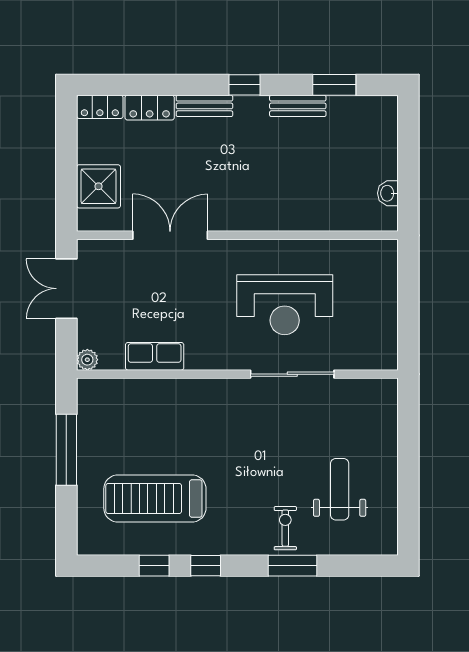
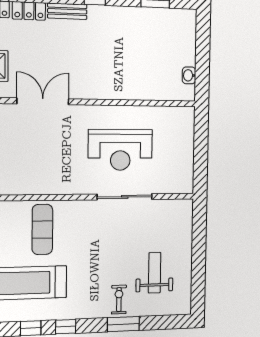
bench: (298, 106) -> (131, 14), removed
row of seats: (155, 356) -> (32, 185), removed
exercise mat: (170, 421) -> (42, 229), added

